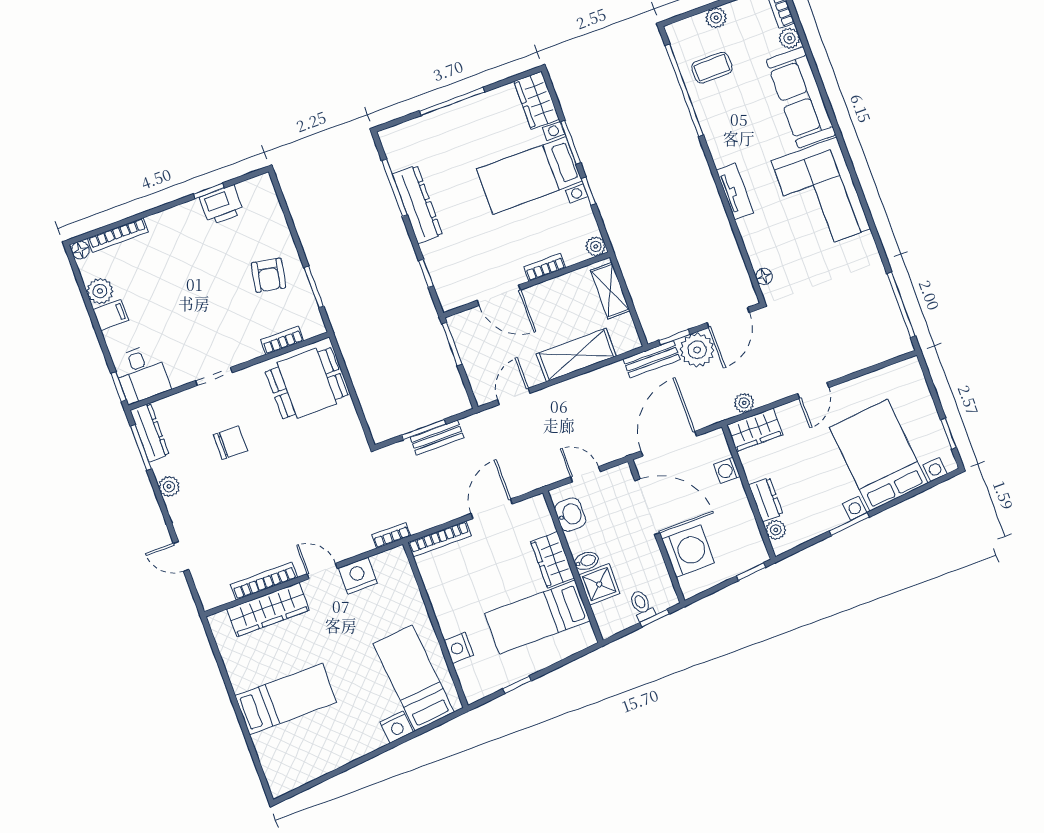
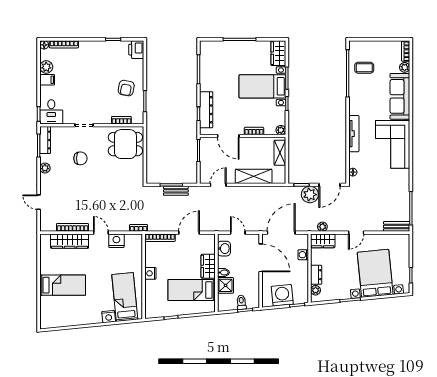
plant: (716, 18) -> (374, 46), removed
tv unit: (735, 191) -> (354, 134), width x1.41
printer: (222, 205) -> (136, 50), moved, turned 90
dresser: (417, 205) -> (206, 110), moved
bench: (652, 359) -> (397, 226), moved
washing machine: (688, 551) -> (282, 295), moved, turned -96
nightstand: (459, 648) -> (150, 273), moved

